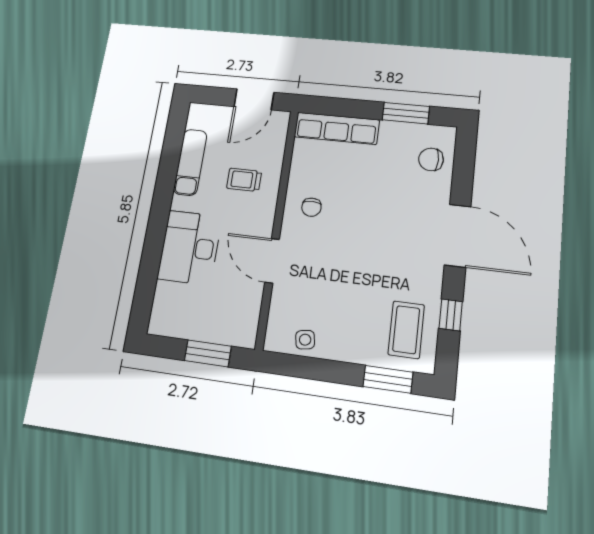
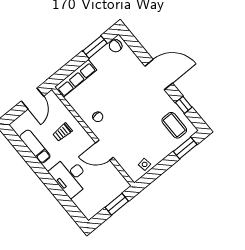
chair: (431, 159) -> (116, 46), moved

